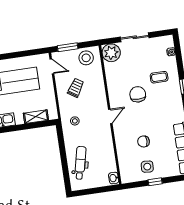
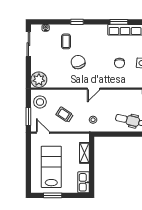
sliding door: (135, 37) -> (28, 44), moved
door: (52, 66) -> (43, 133), hinge flipped
chair: (138, 94) -> (78, 62), turned 72
door: (110, 116) -> (94, 89), swing flipped

